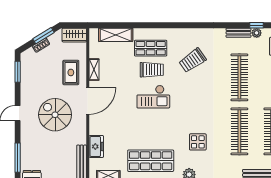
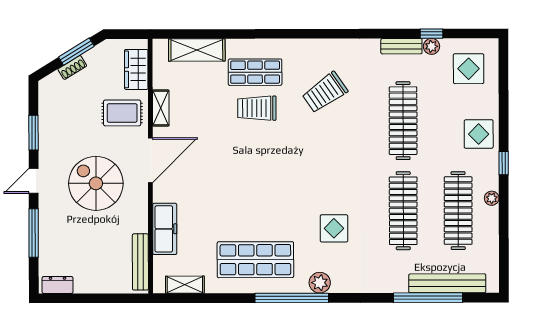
wardrobe: (74, 35) -> (136, 69), moved, turned 90
trolley: (152, 70) -> (257, 108), turned 180
window: (18, 72) -> (34, 133), moved
rug: (71, 72) -> (122, 113), turned 90
checkout: (153, 97) -> (260, 153), removed
freezer: (96, 146) -> (165, 229), width x1.40
window: (18, 158) -> (34, 233), moved

